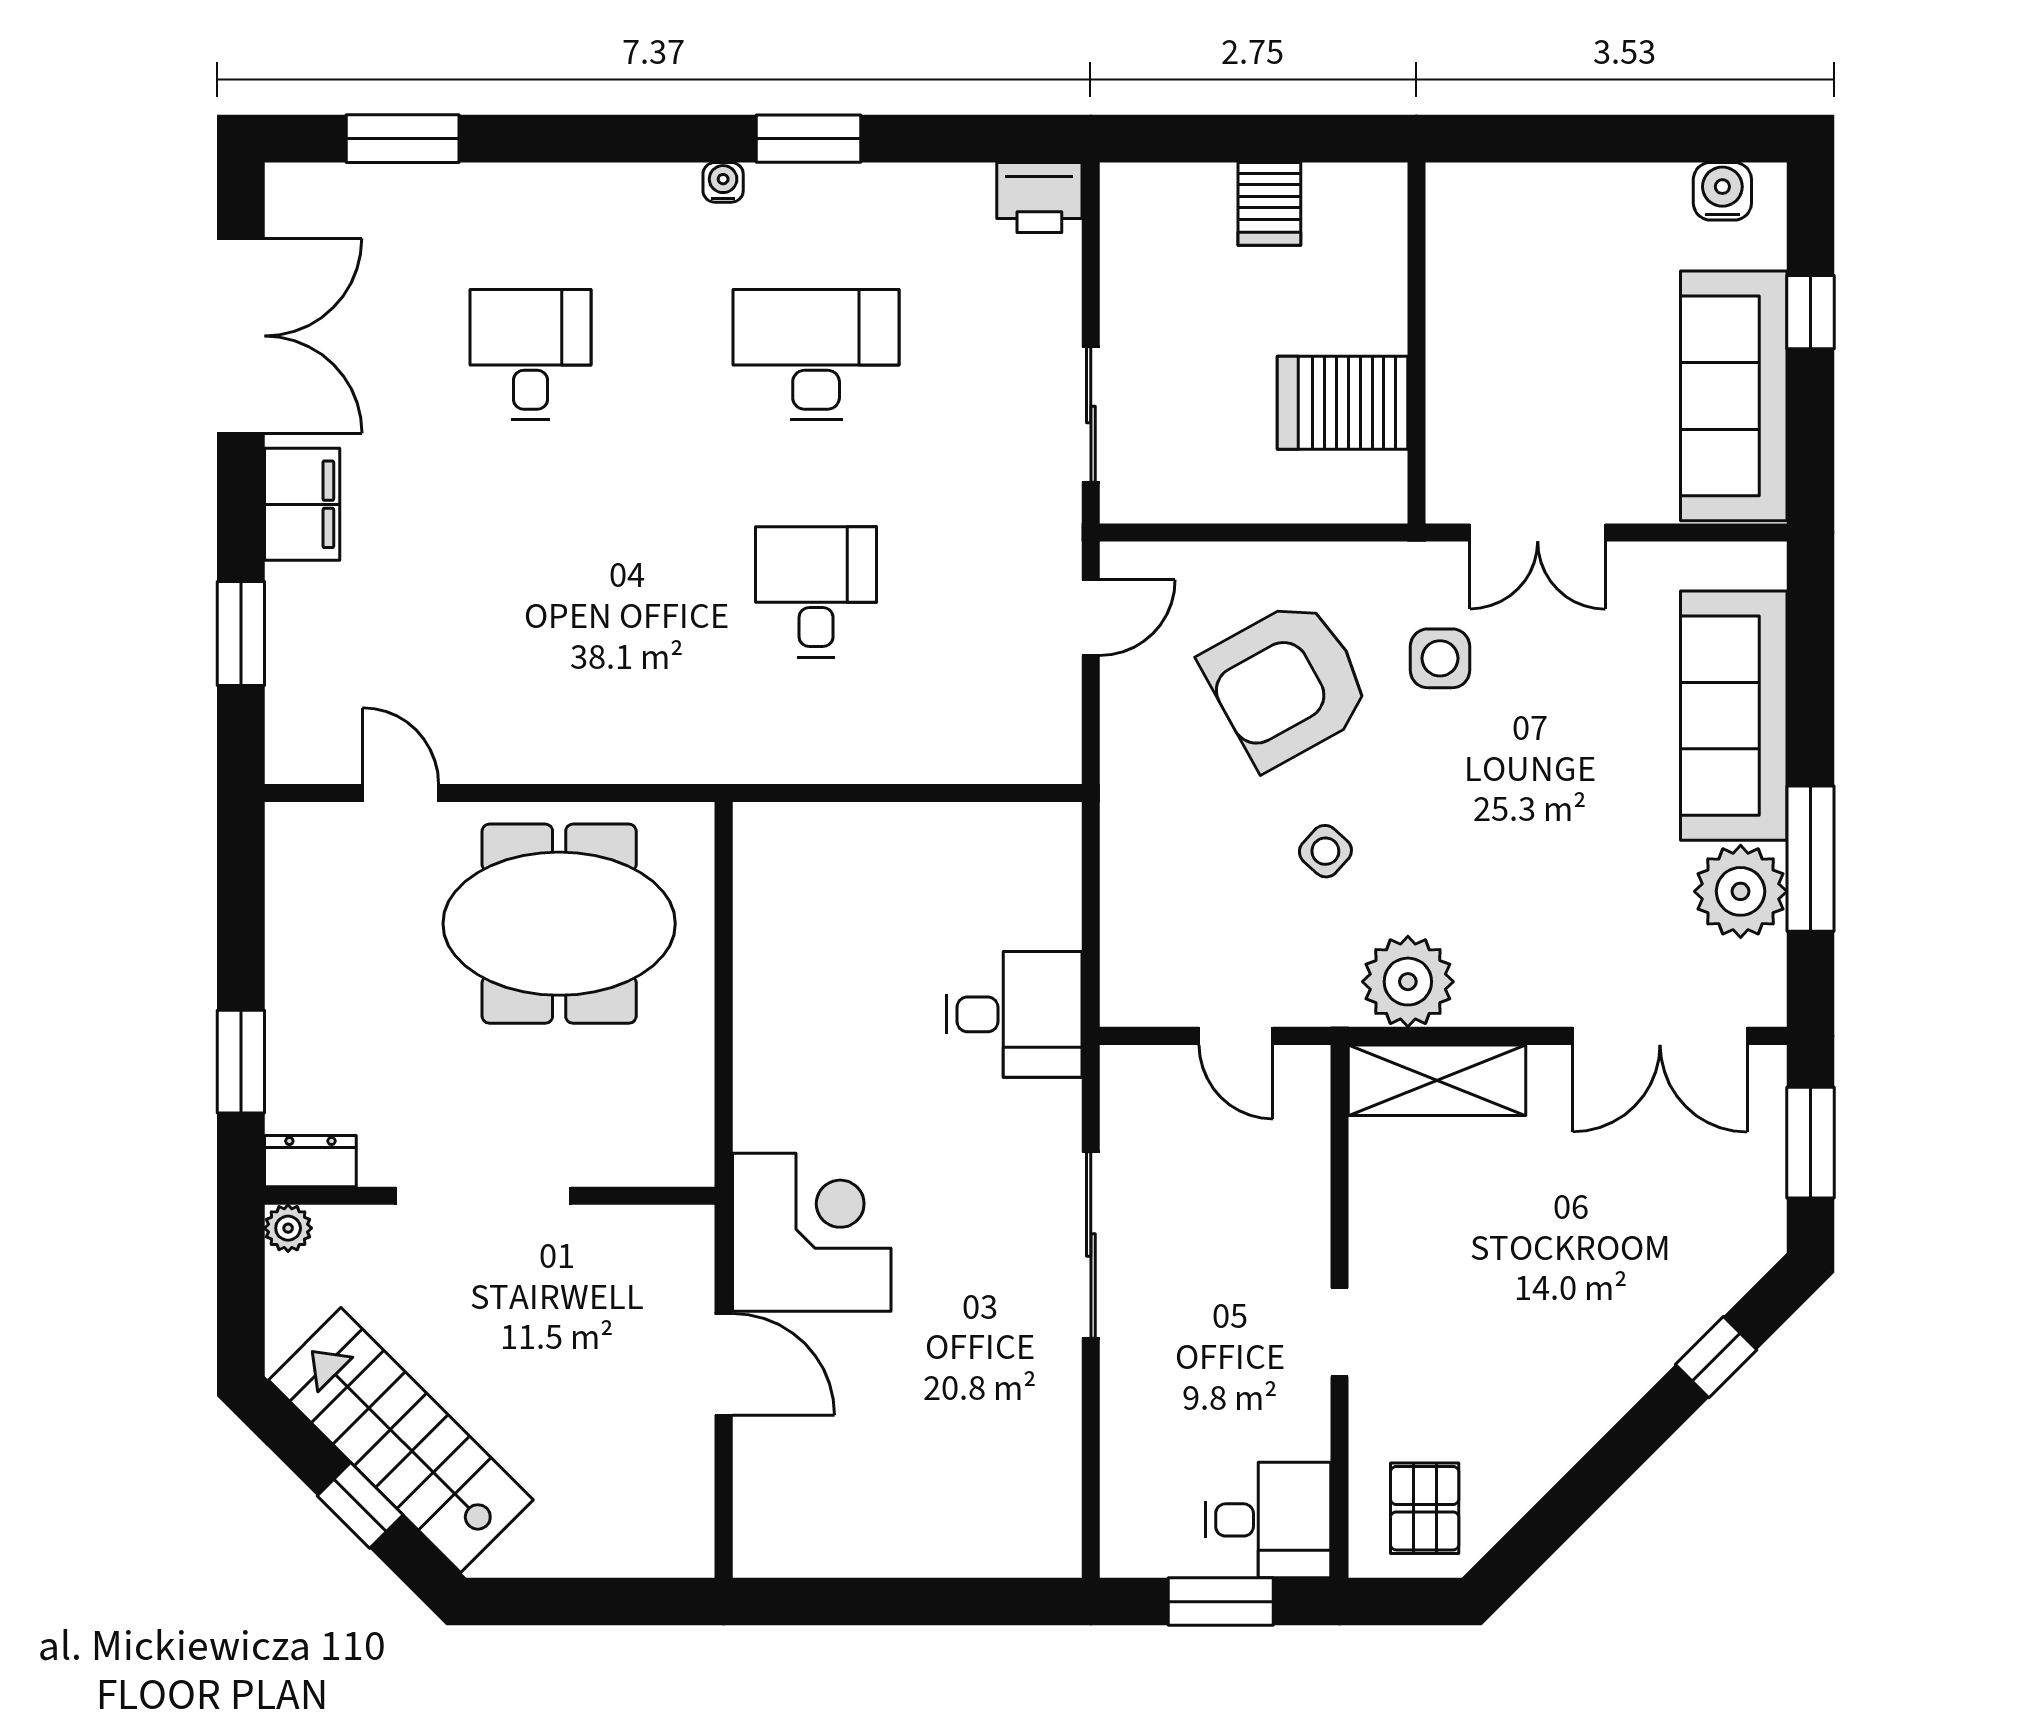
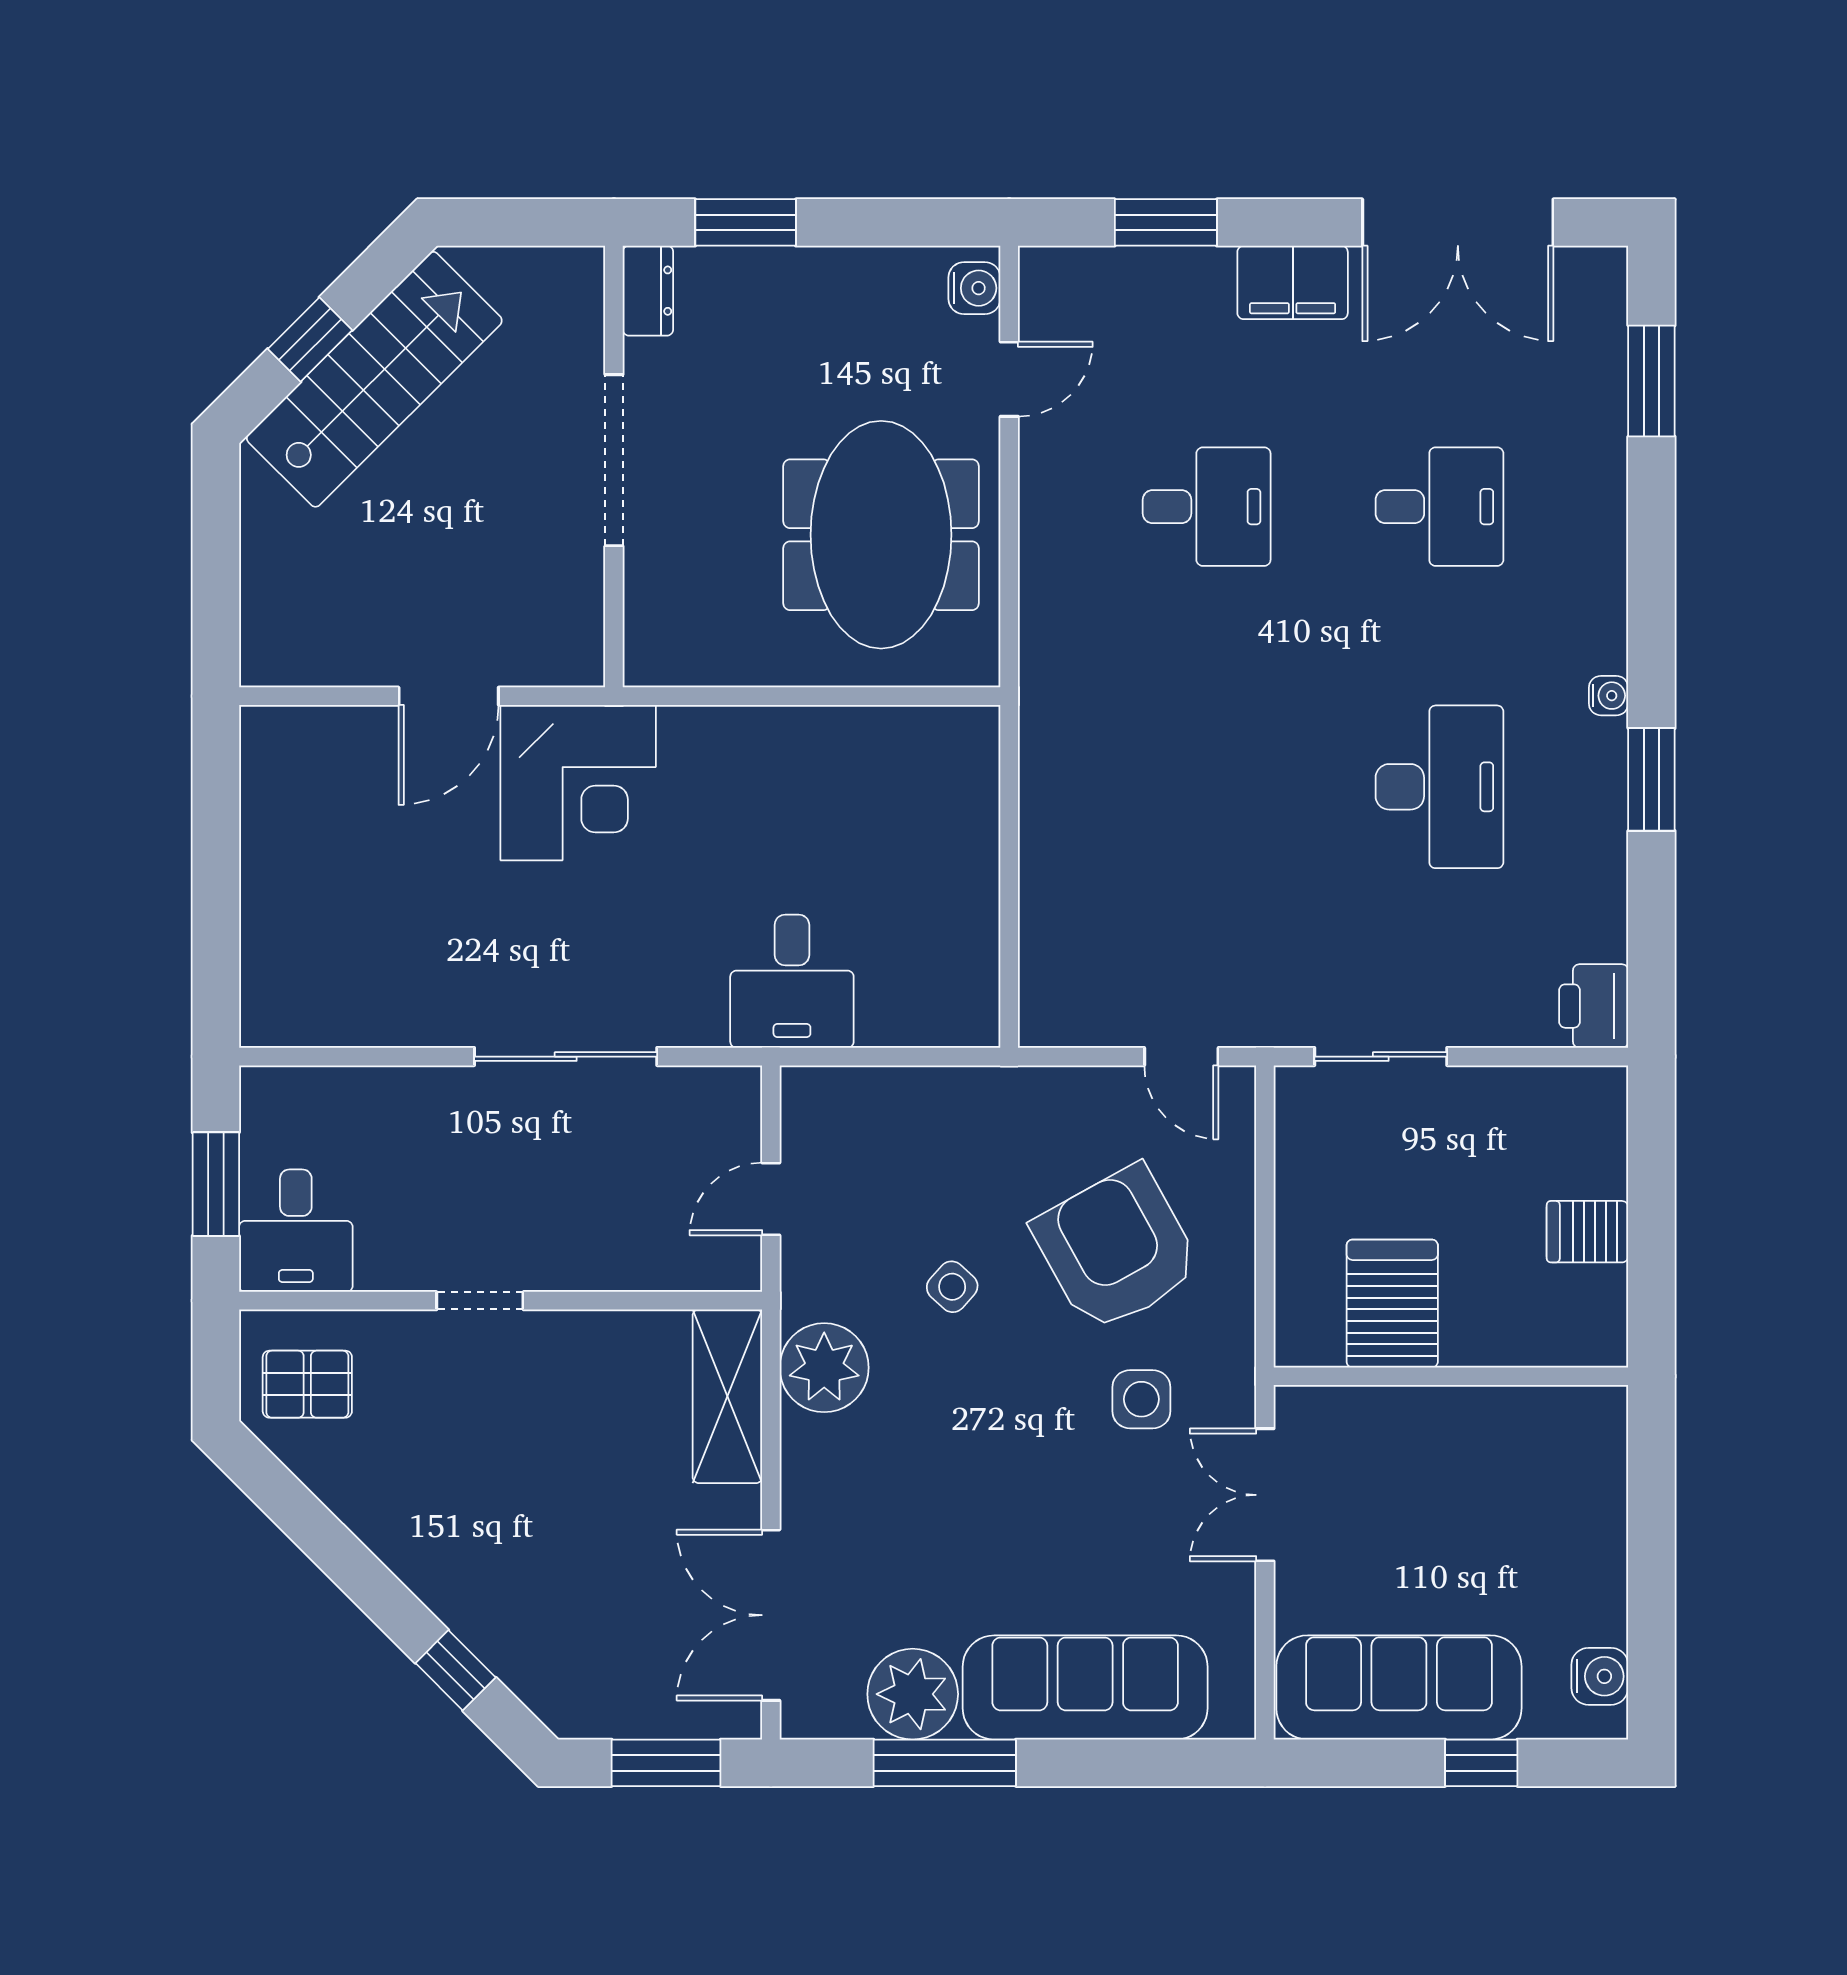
desk: (816, 592) -> (1207, 507), moved
water cooler: (308, 828) -> (974, 288), added
plant: (288, 1228) -> (582, 269), removed

